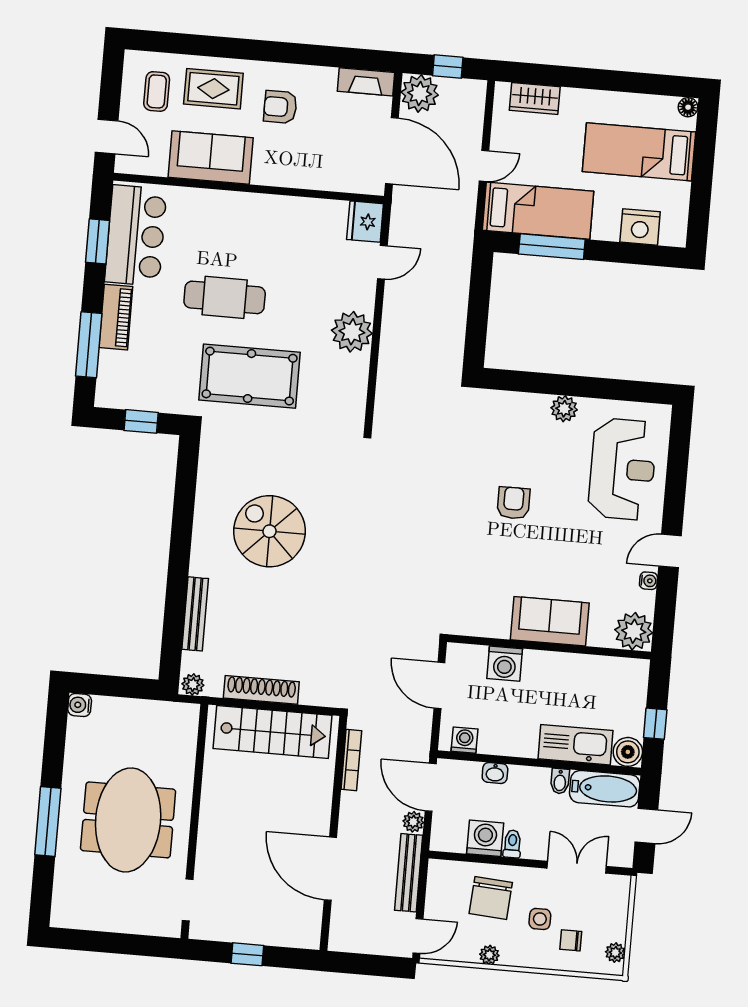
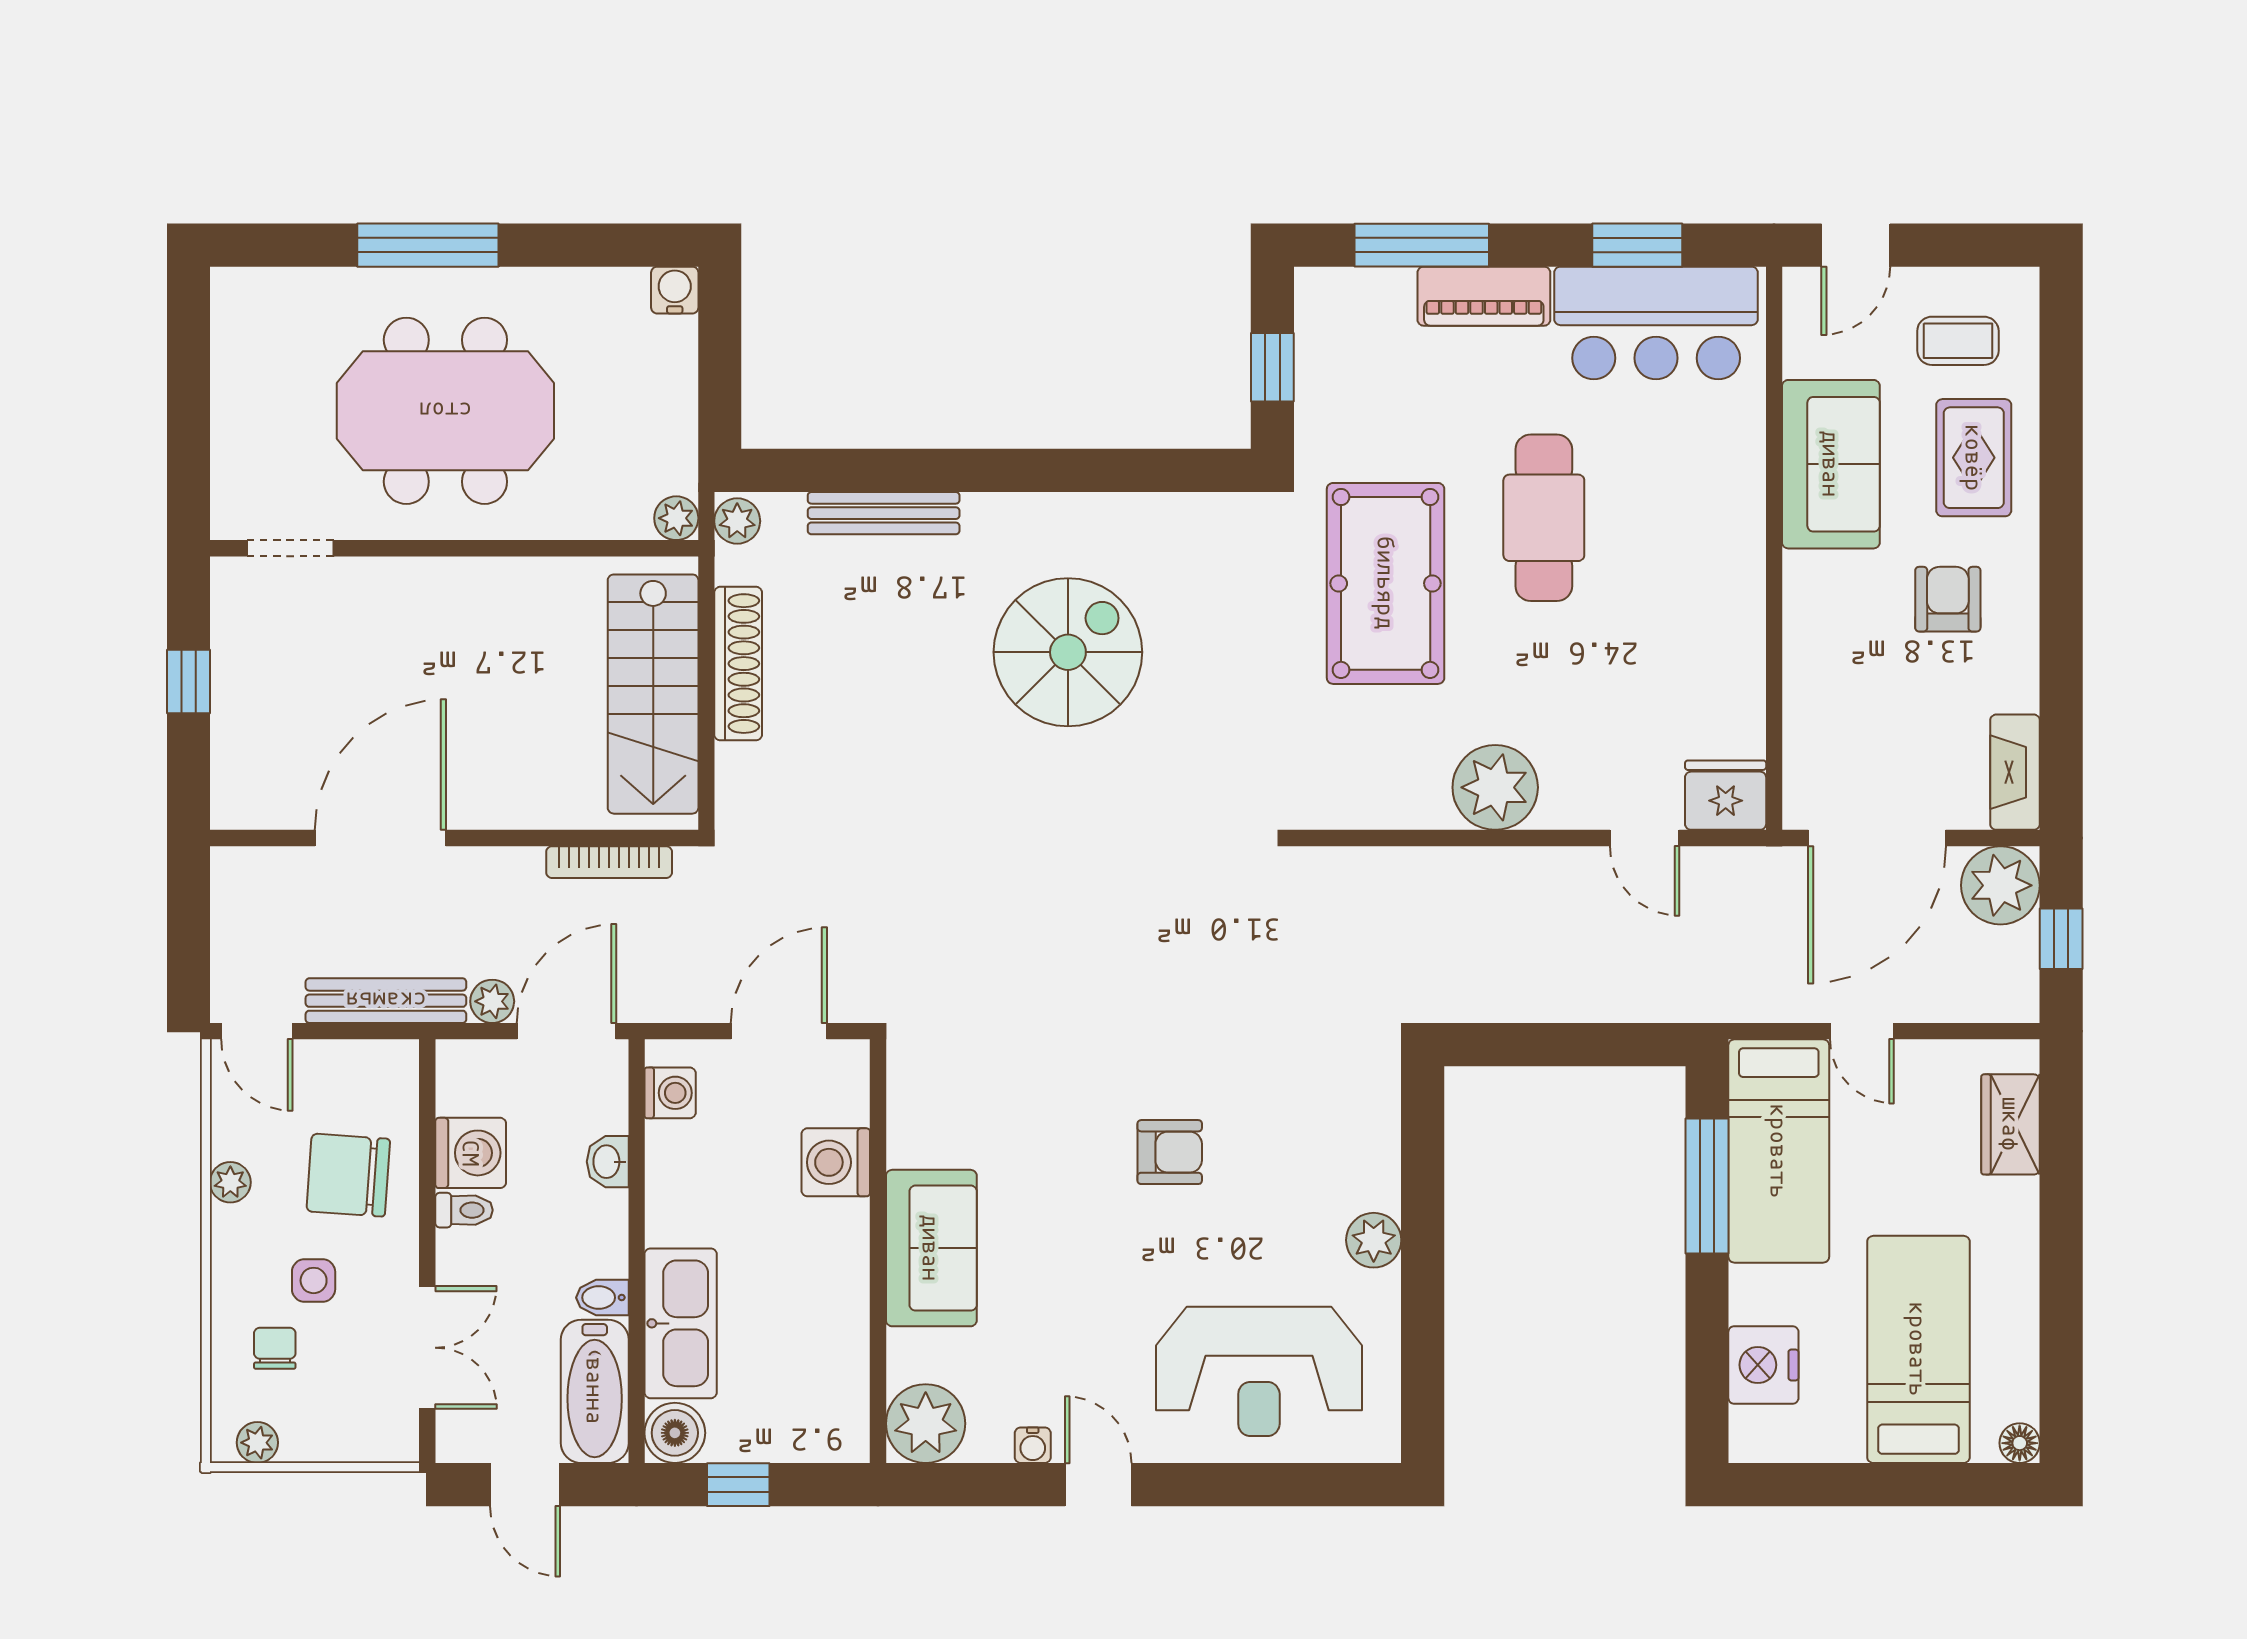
plant: (189, 714) -> (676, 518), added

